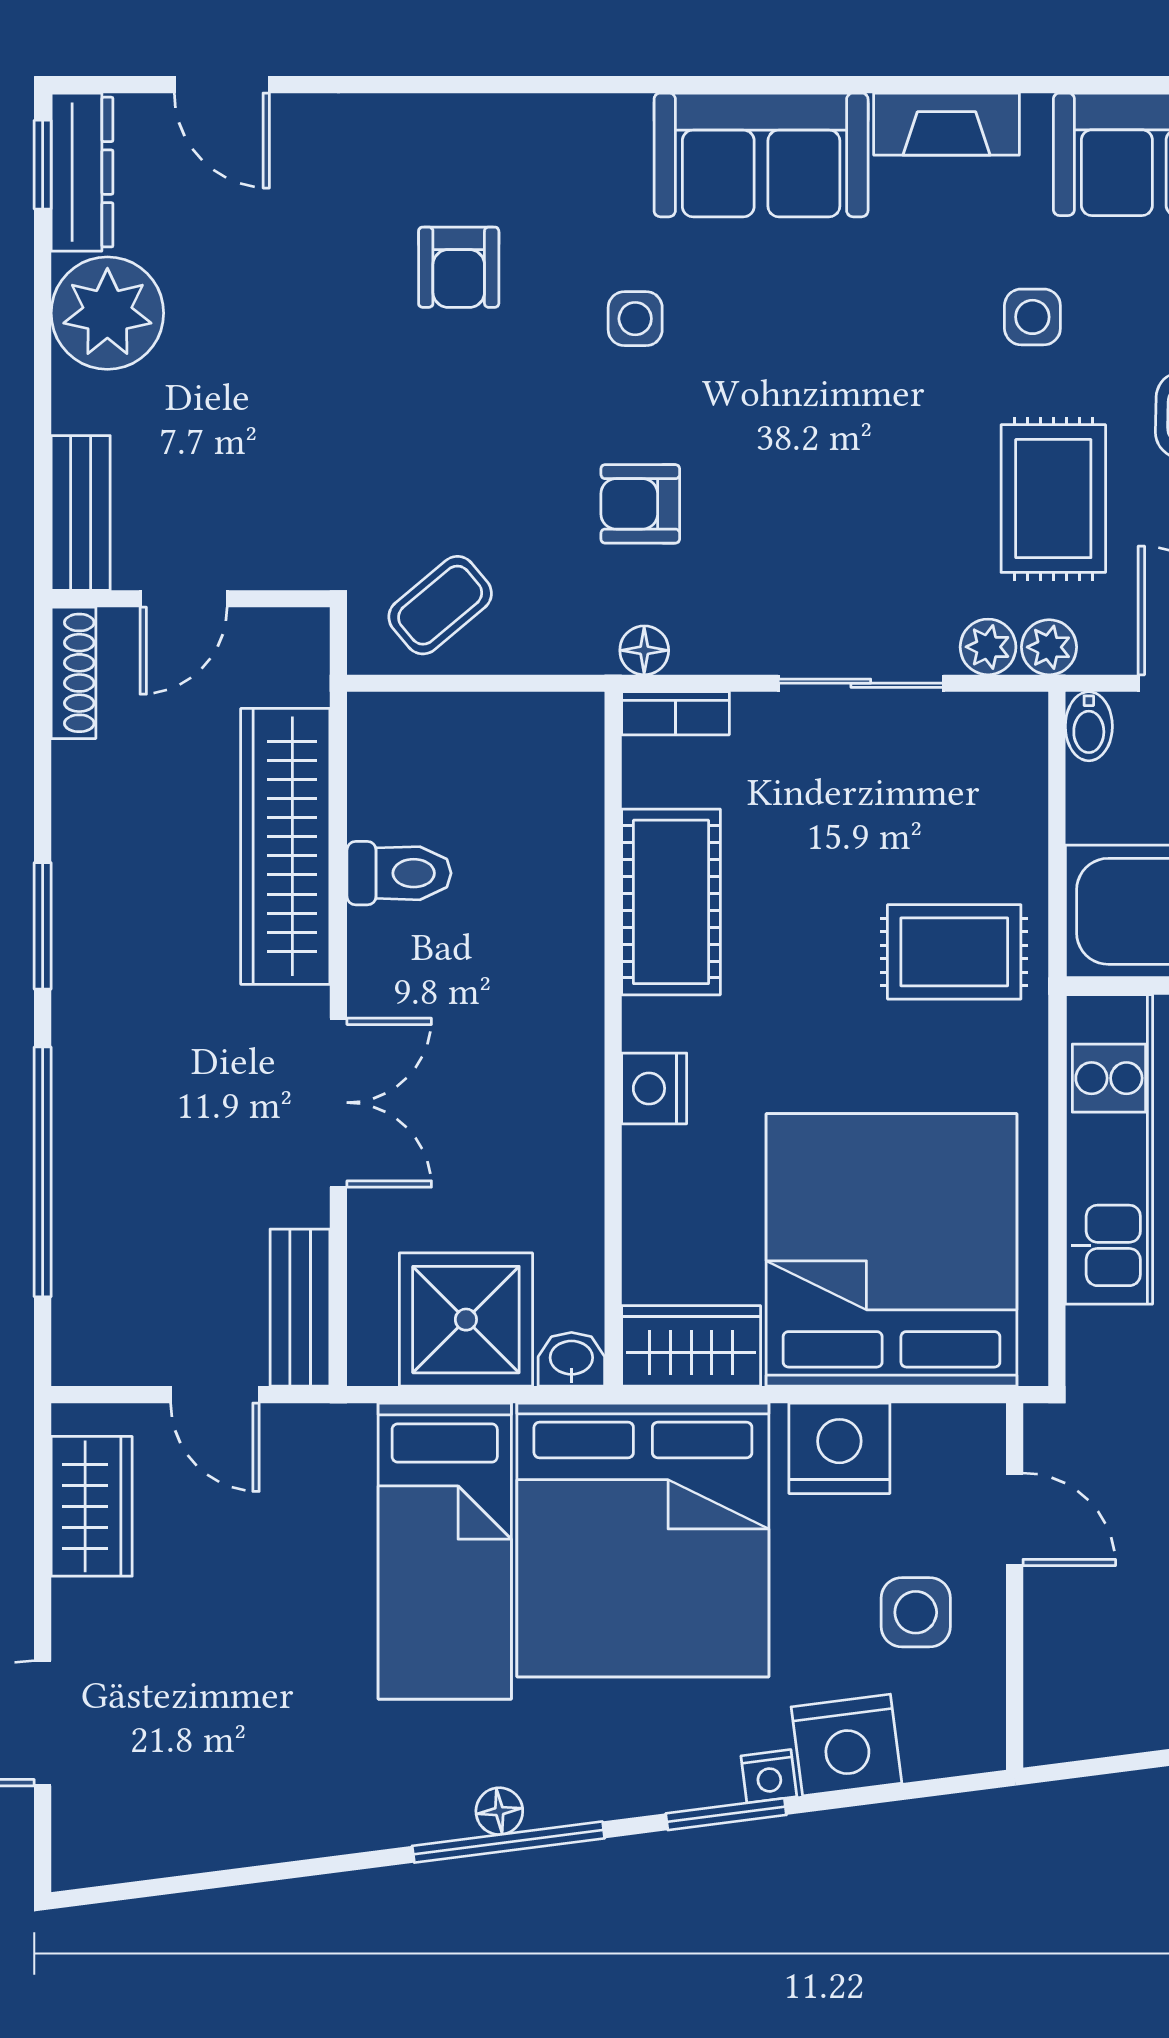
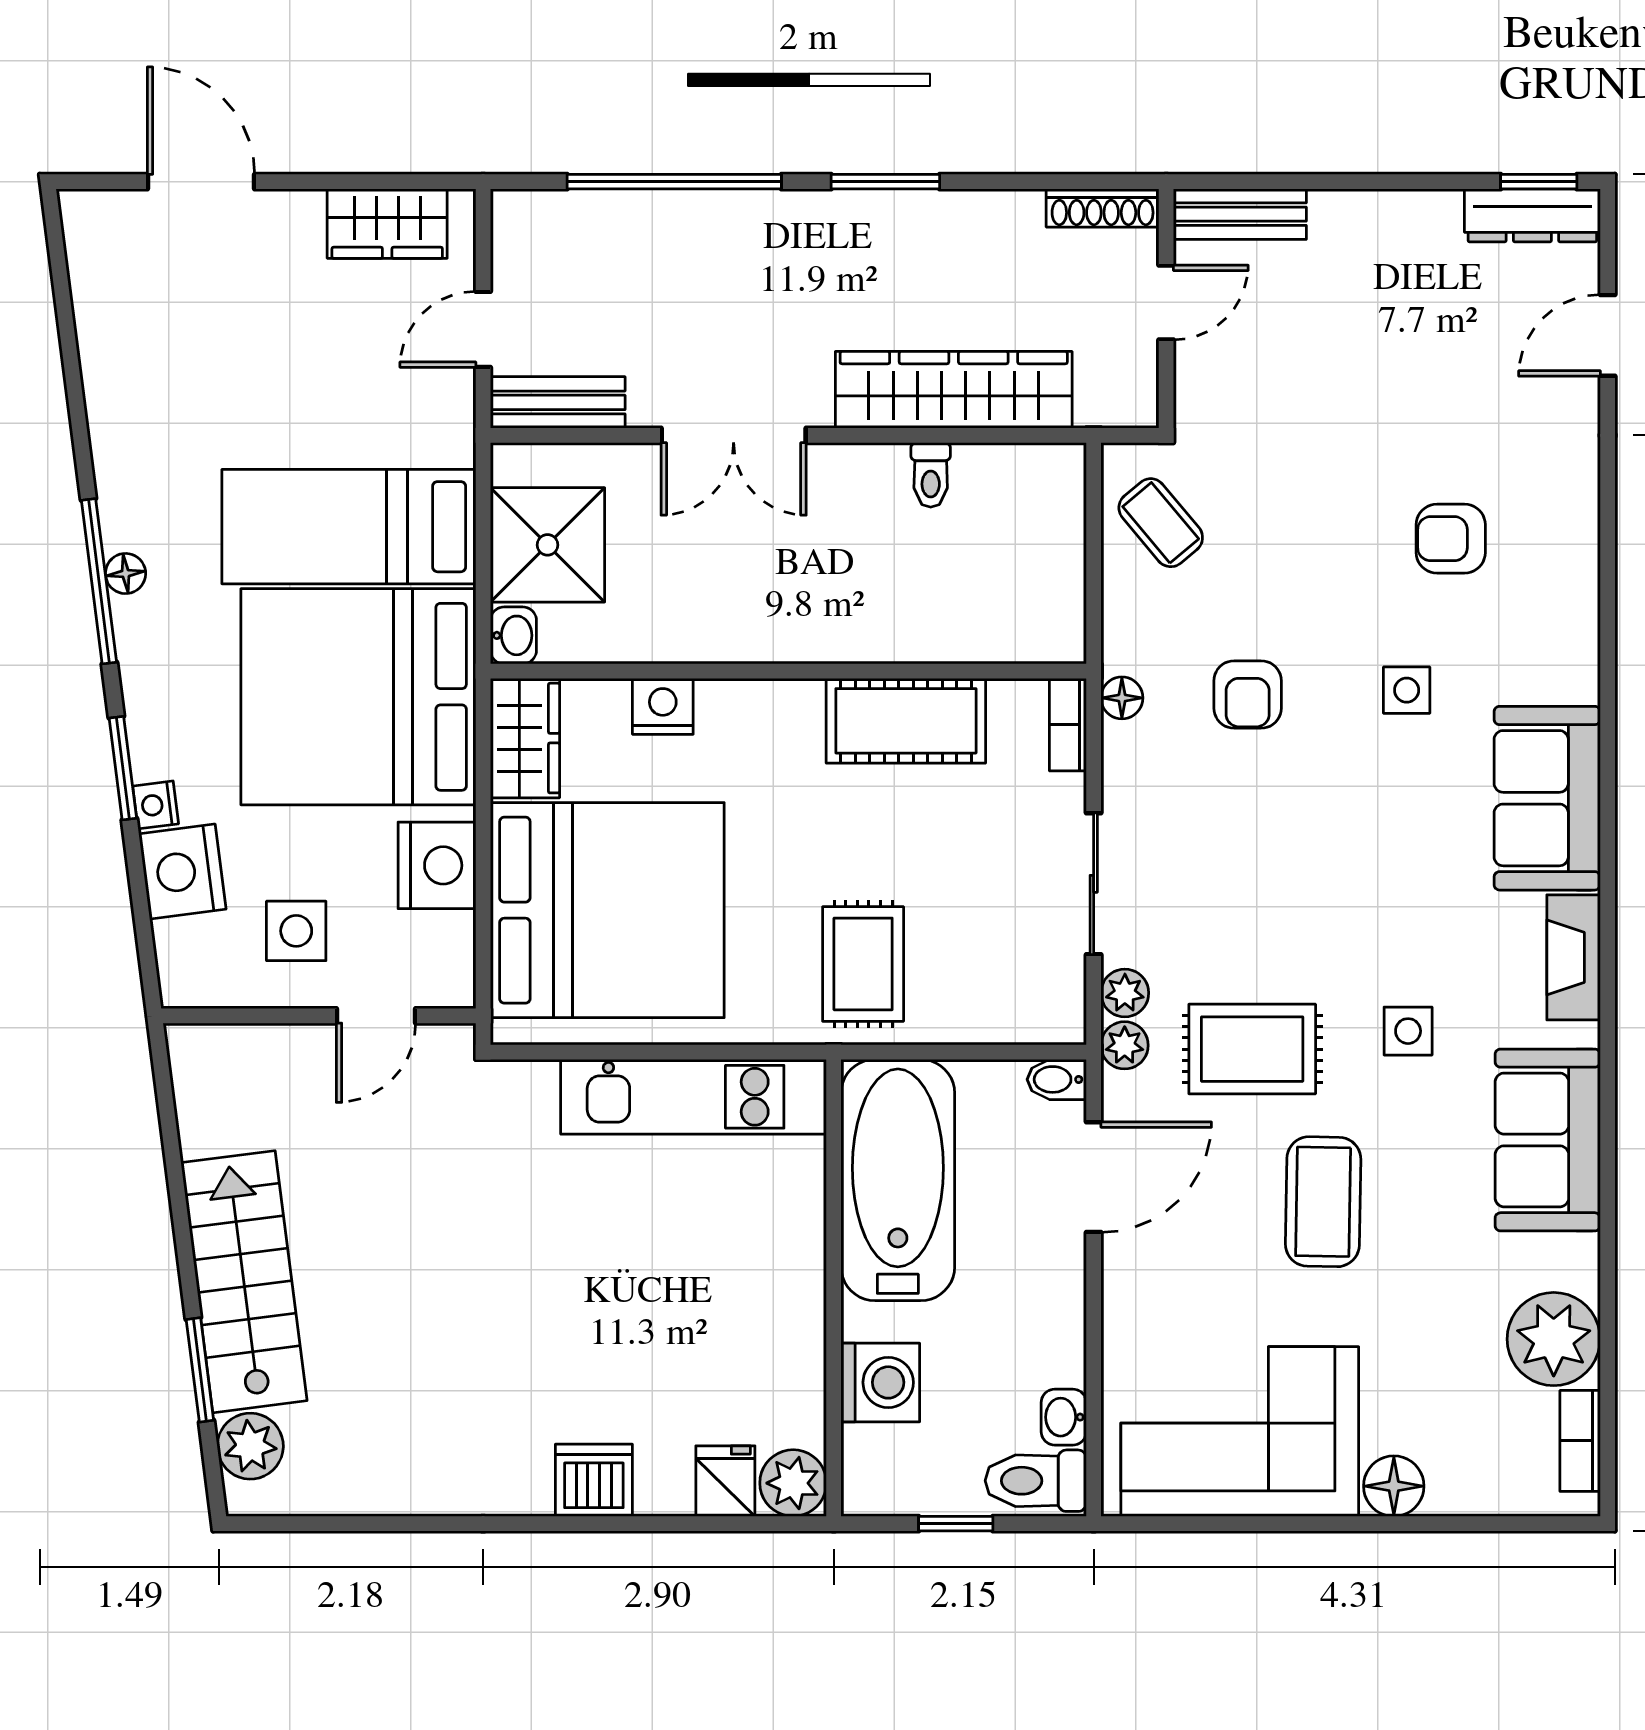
plant: (107, 313) -> (1411, 237), removed
armchair: (640, 504) -> (1248, 694), turned 180
door: (184, 599) -> (1166, 302), swing flipped
toilet: (399, 873) -> (931, 475), width x0.73, depth x0.72
nightstand: (654, 1088) -> (663, 706), moved

